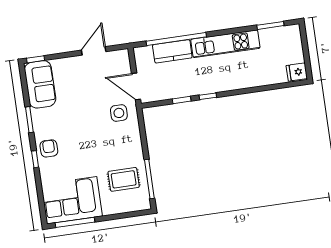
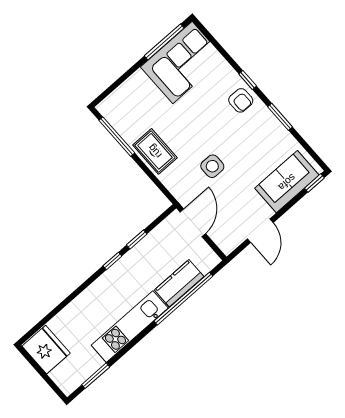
fridge: (297, 72) -> (46, 350), width x1.88, depth x1.34
sofa: (40, 84) -> (287, 182), moved, turned 90
door: (136, 86) -> (193, 223), hinge flipped
side table: (119, 113) -> (212, 166), moved
rug: (124, 179) -> (155, 151), moved, turned 90

